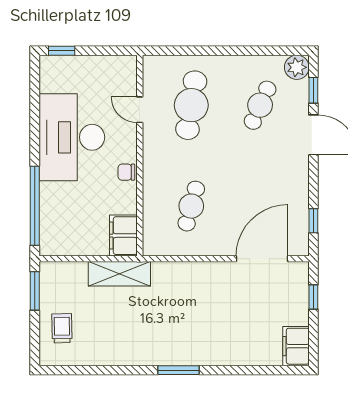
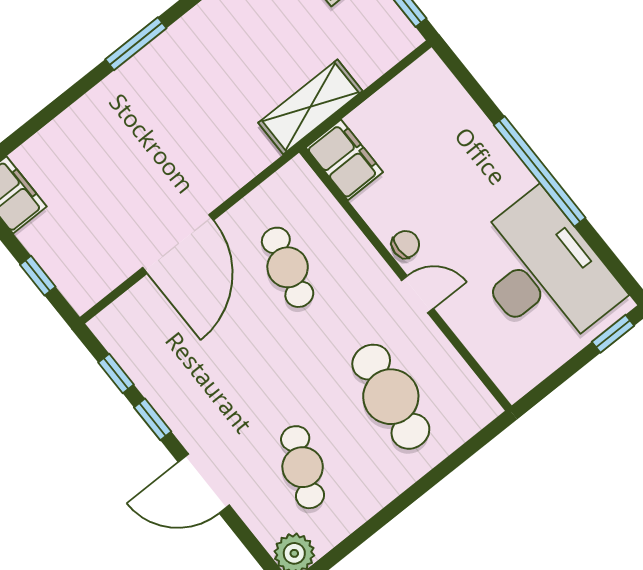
window: (313, 90) -> (153, 419), moved
door: (140, 110) -> (418, 294), moved
desk: (72, 137) -> (543, 273), moved
window: (35, 206) -> (540, 171), moved
door: (262, 259) -> (178, 244), moved

